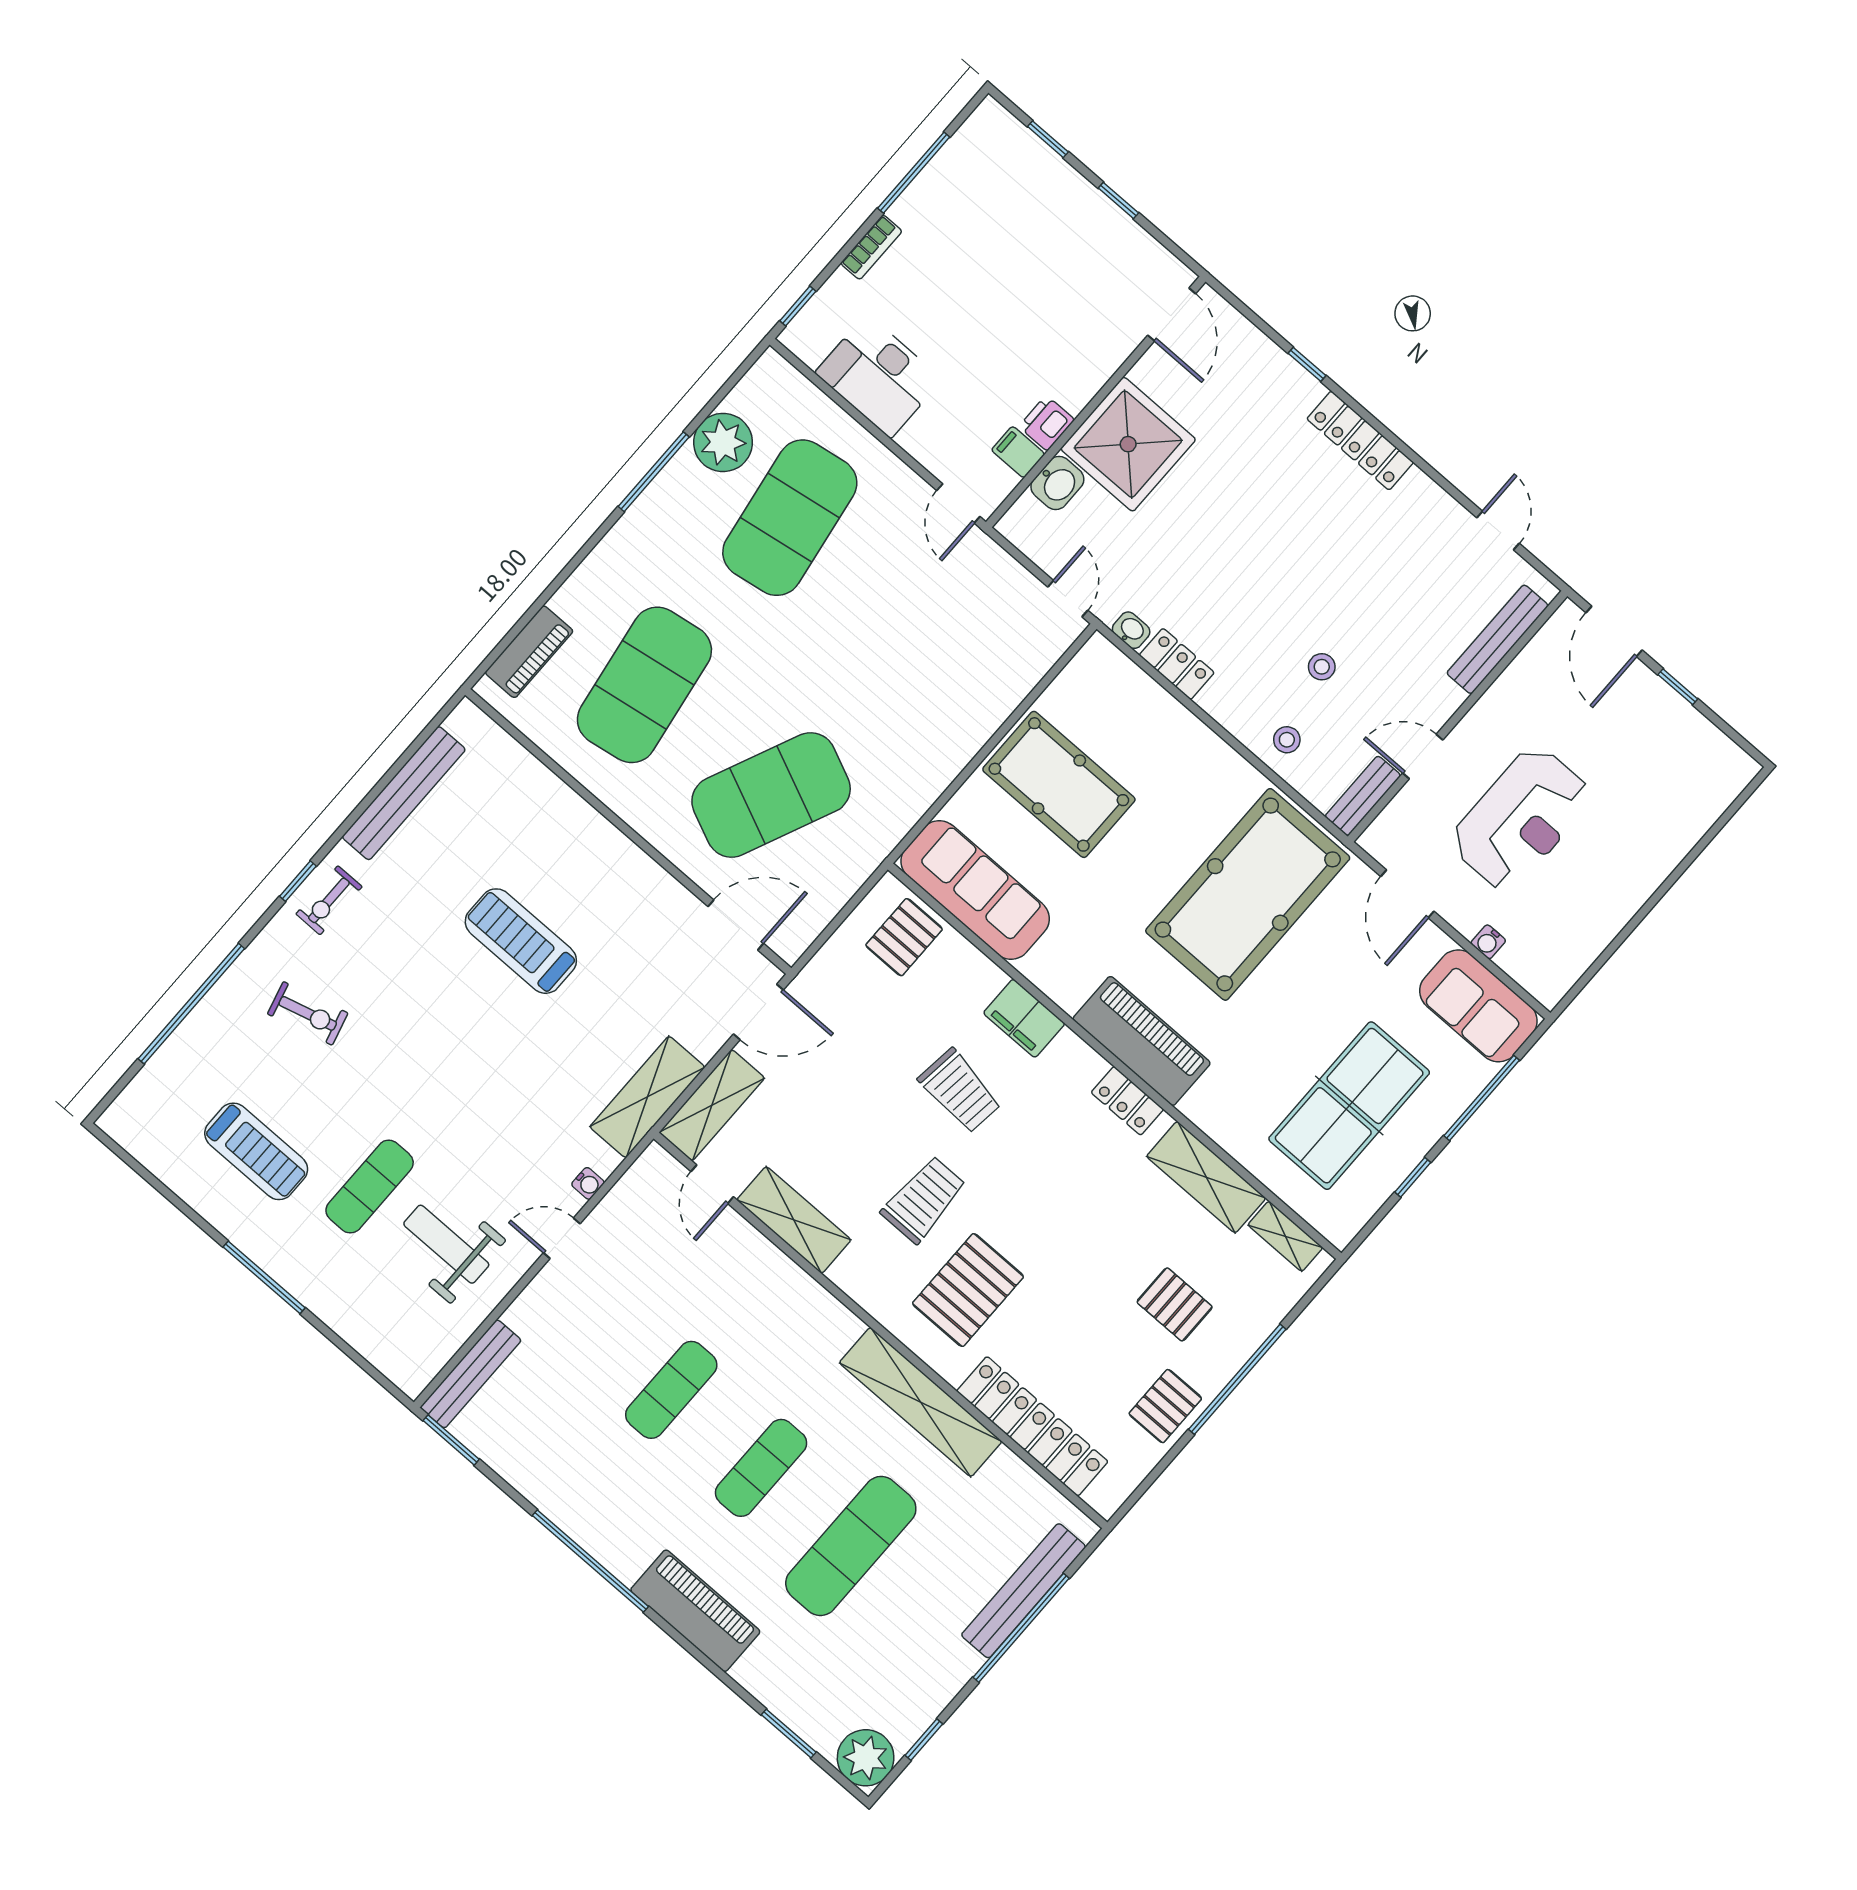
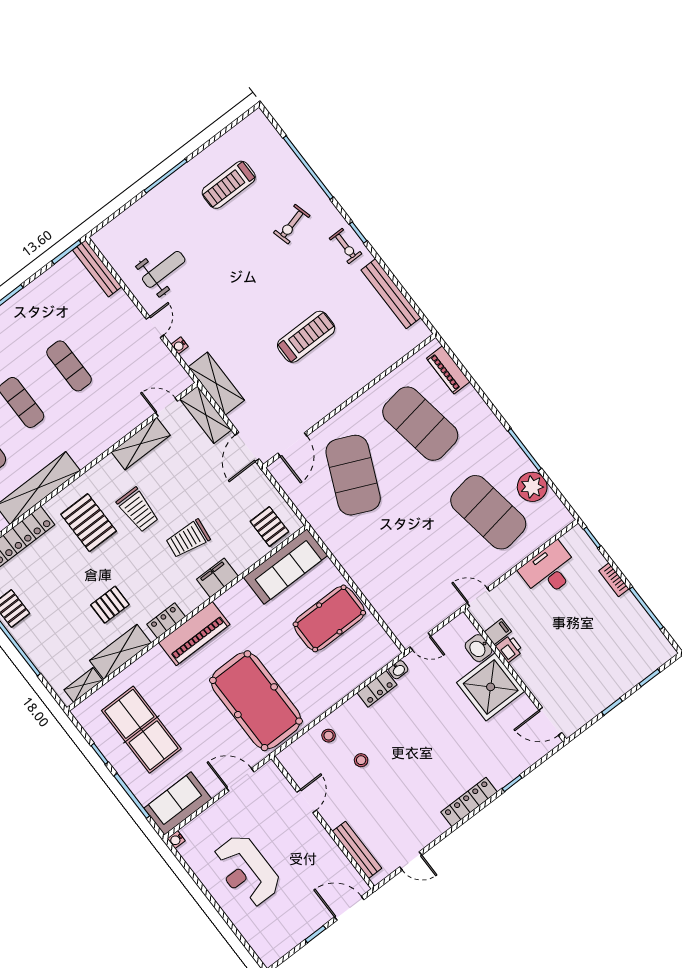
bench: (1363, 796) -> (293, 767), removed
reception desk: (1521, 819) -> (246, 871), moved
exercise bike: (329, 900) -> (345, 246), turned 180
water cooler: (1488, 942) -> (176, 840), moved, turned -90
exercise mat: (370, 1187) -> (200, 237), removed
pallet: (1175, 1304) -> (110, 605), moved

